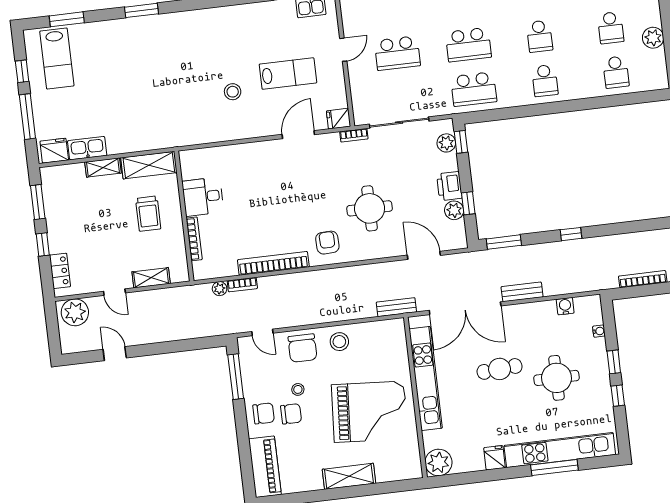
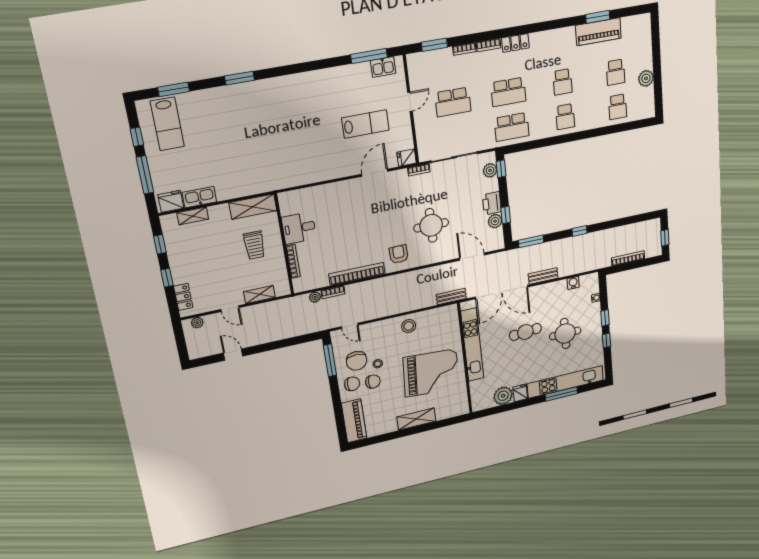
stool: (233, 92) -> (320, 142), removed
shelving: (103, 168) -> (193, 216), moved
window: (38, 202) -> (160, 244), width x0.67
plant: (75, 312) -> (197, 323), width x0.53, depth x0.53
chair: (302, 348) -> (357, 361), moved
plant: (439, 462) -> (503, 396), moved

